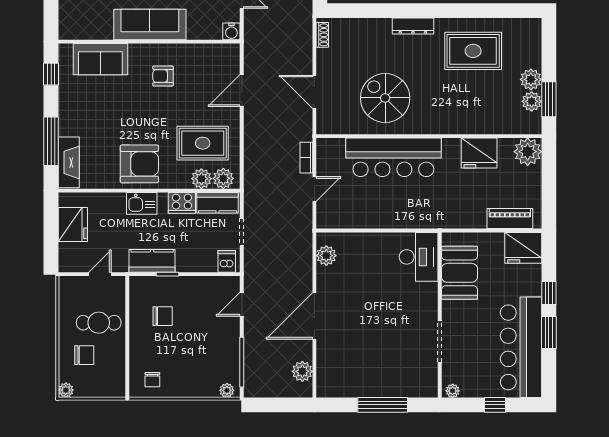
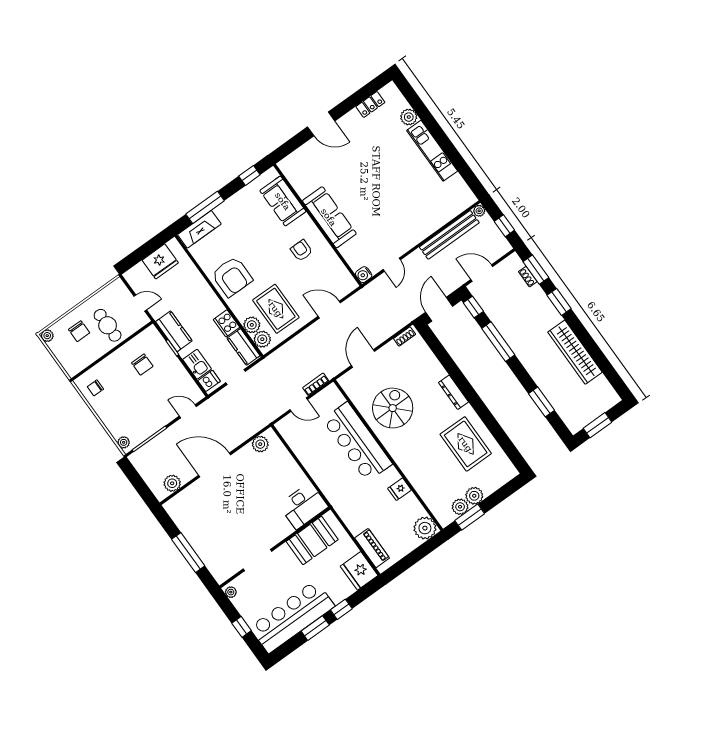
fridge: (479, 153) -> (399, 489), width x0.53, depth x0.75
kitchen sink: (142, 203) -> (197, 364), moved, turned 180

